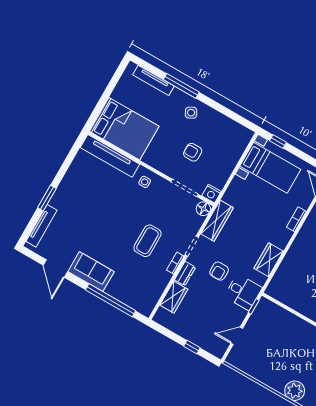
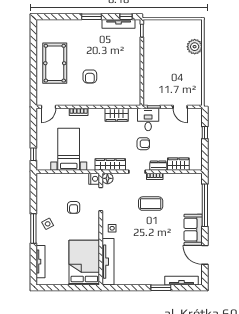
window: (181, 86) -> (33, 229), moved
bed with nightstands: (270, 168) -> (69, 149), moved
door: (55, 268) -> (205, 255), swing flipped

